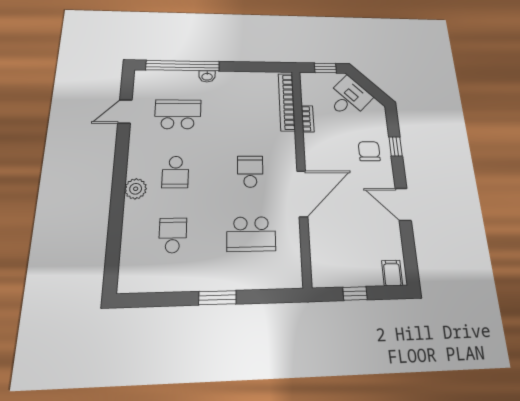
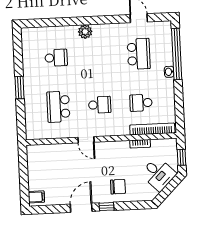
window: (396, 147) -> (107, 207), moved
school desk: (175, 172) -> (141, 103), moved
door: (302, 194) -> (86, 140), width x0.53
window: (355, 294) -> (24, 172), removed

